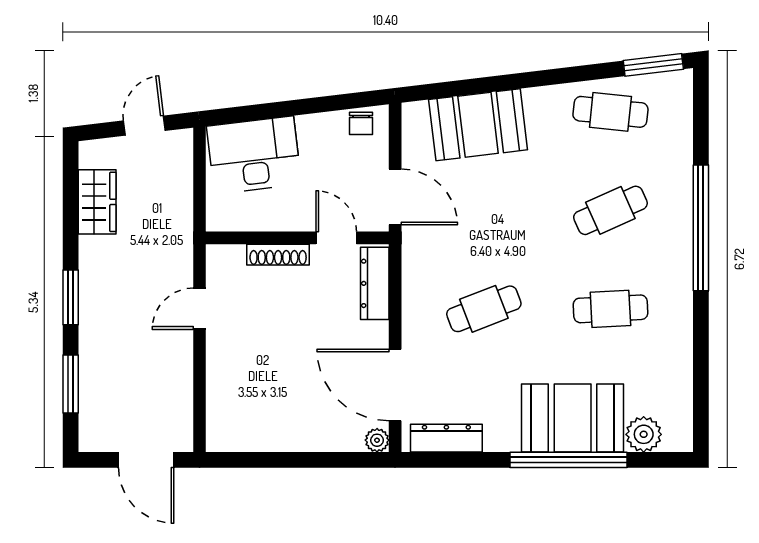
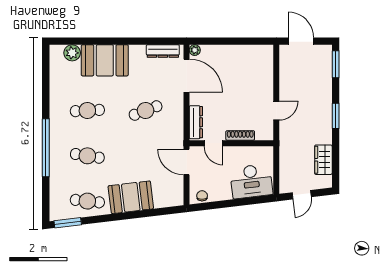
booth: (478, 125) -> (131, 197), moved
cafe table: (610, 210) -> (87, 156), turned 33
window: (71, 384) -> (336, 64), moved
window: (569, 460) -> (107, 41), removed

